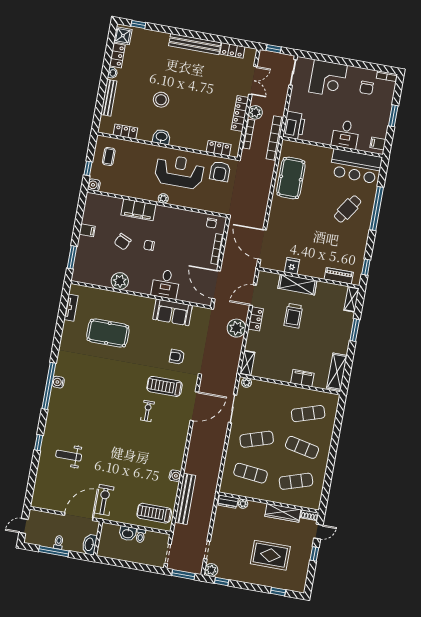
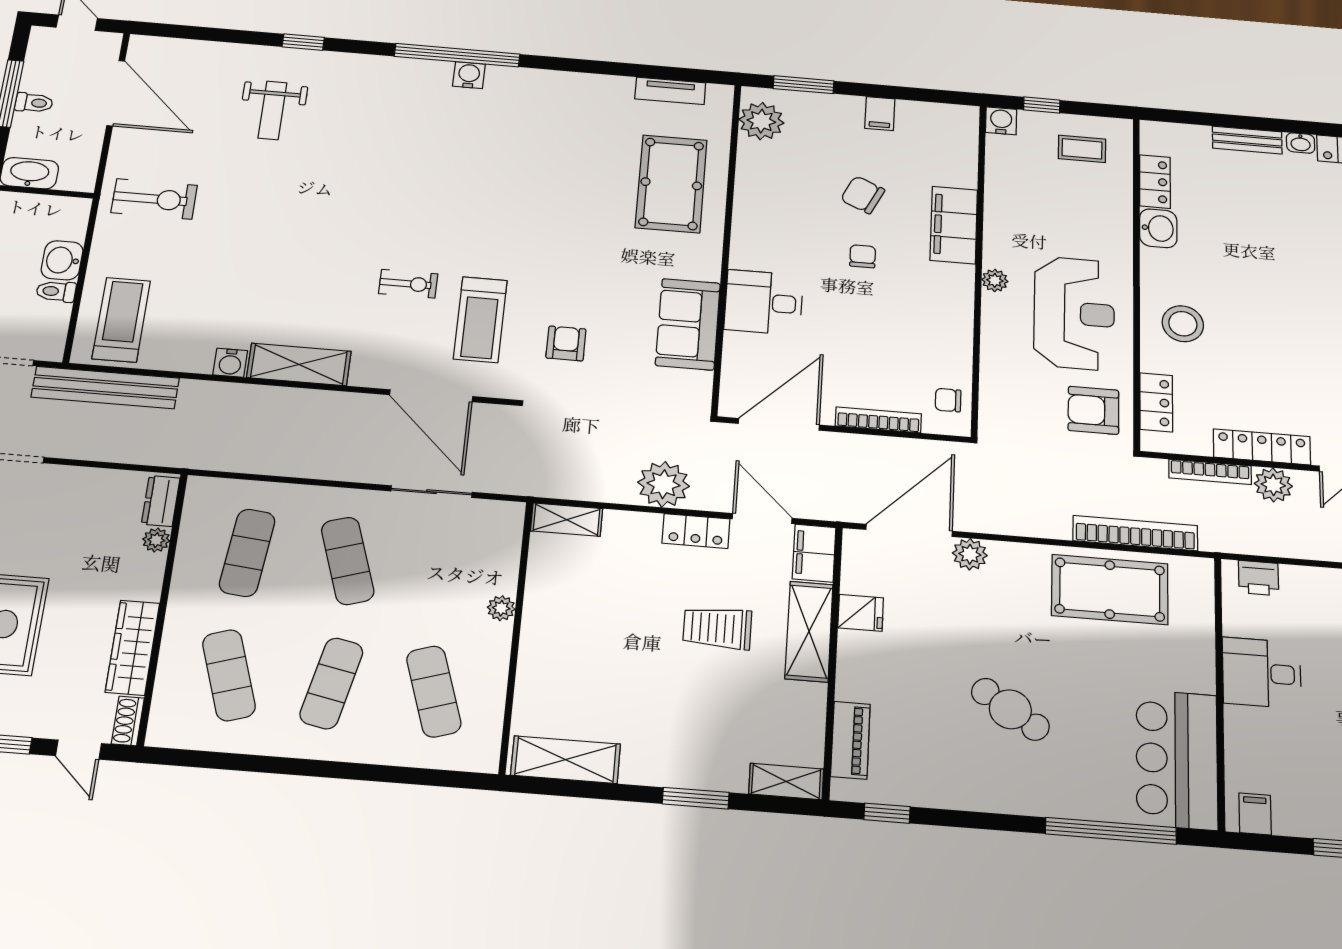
bench: (109, 98) -> (1247, 140), width x0.73
stool: (161, 100) -> (1183, 324), moved
printer: (294, 125) -> (1258, 578), width x0.53, depth x0.68
desk: (346, 134) -> (1262, 673), moved
washbasin: (162, 137) -> (1158, 228), moved
bookcase: (275, 138) -> (1135, 533), moved
cafe table: (348, 209) -> (1010, 709), moved
window: (377, 209) -> (1111, 831), moved
plant: (273, 225) -> (970, 554), added
plant: (120, 281) -> (761, 121), moved
pool table: (108, 333) -> (671, 184), moved
filing cabinet: (302, 378) -> (814, 553), moved, turned 180
plant: (247, 383) -> (501, 608), moved
treadmill: (165, 386) -> (480, 320), turned 180
shelving: (178, 452) -> (299, 364), added
weight bench: (69, 456) -> (272, 110), turned 180
bench: (185, 499) -> (105, 388), moved
door: (79, 517) -> (116, 93), moved

